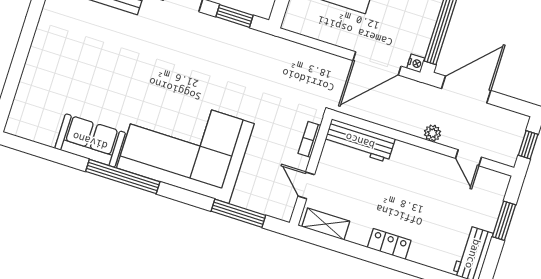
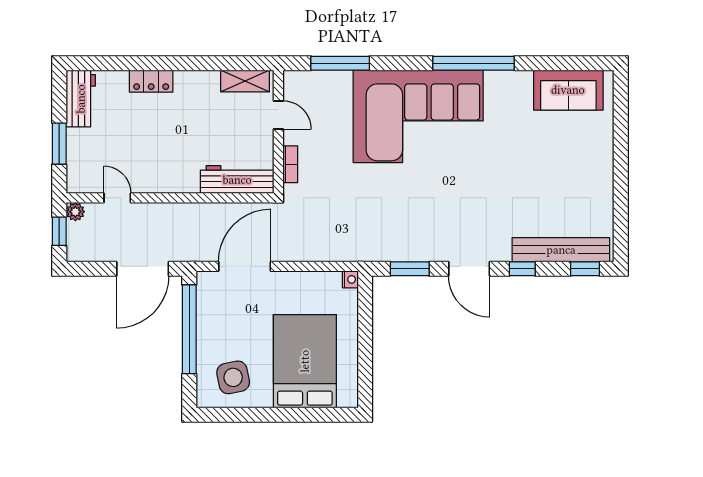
nightstand: (416, 63) -> (350, 279), moved, turned 180
plant: (432, 133) -> (75, 212), moved
sofa: (90, 141) -> (568, 90), moved
locker: (389, 244) -> (151, 81), moved

